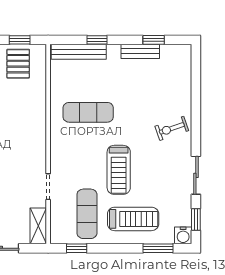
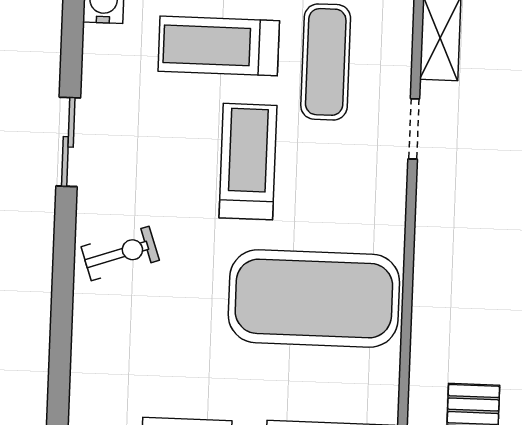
exercise mat: (88, 112) -> (314, 298), width x2.00, depth x1.45
window: (196, 219) -> (72, 39), removed

